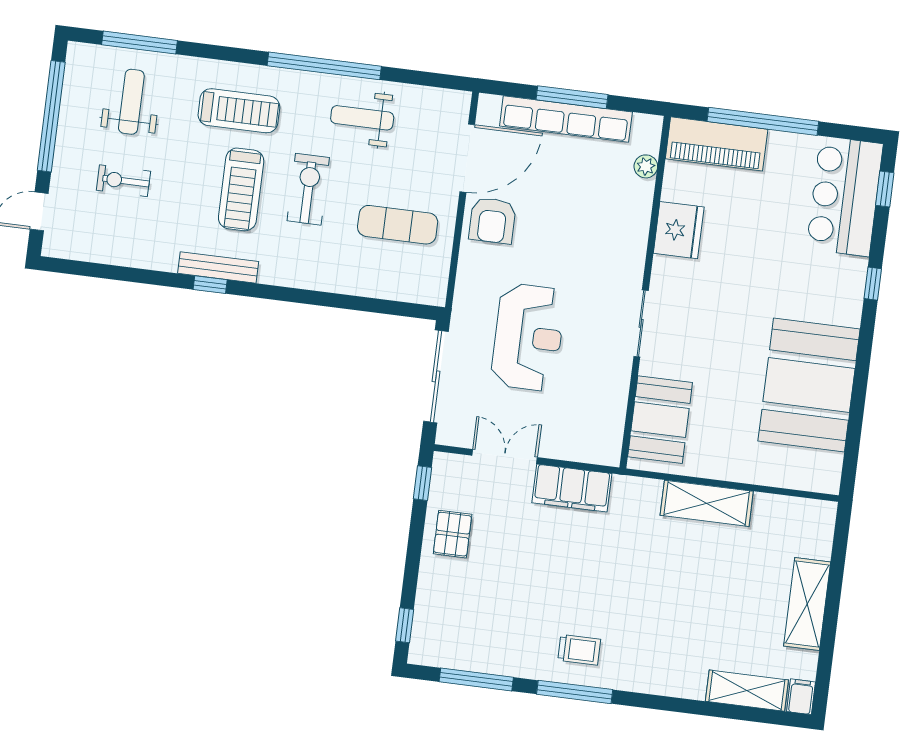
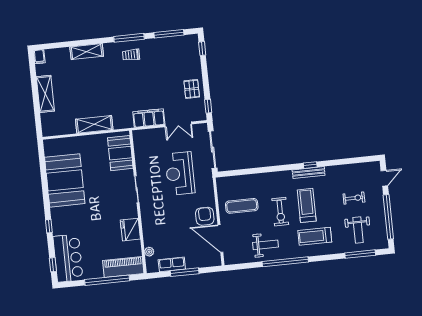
row of seats: (566, 119) -> (172, 264), width x0.50
door: (467, 158) -> (220, 238), hinge flipped
shelving: (747, 691) -> (87, 52), moved

